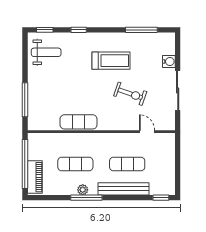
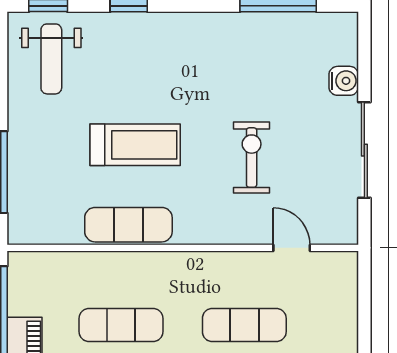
weight bench: (46, 52) -> (51, 59), turned 90
treadmill: (111, 61) -> (135, 145), moved
exercise bike: (130, 94) -> (252, 158), turned -109

